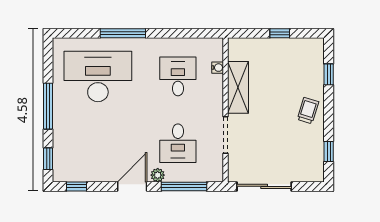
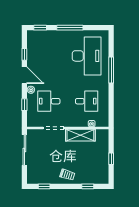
window: (77, 186) -> (24, 54), moved
window: (184, 186) -> (24, 105), width x0.46

